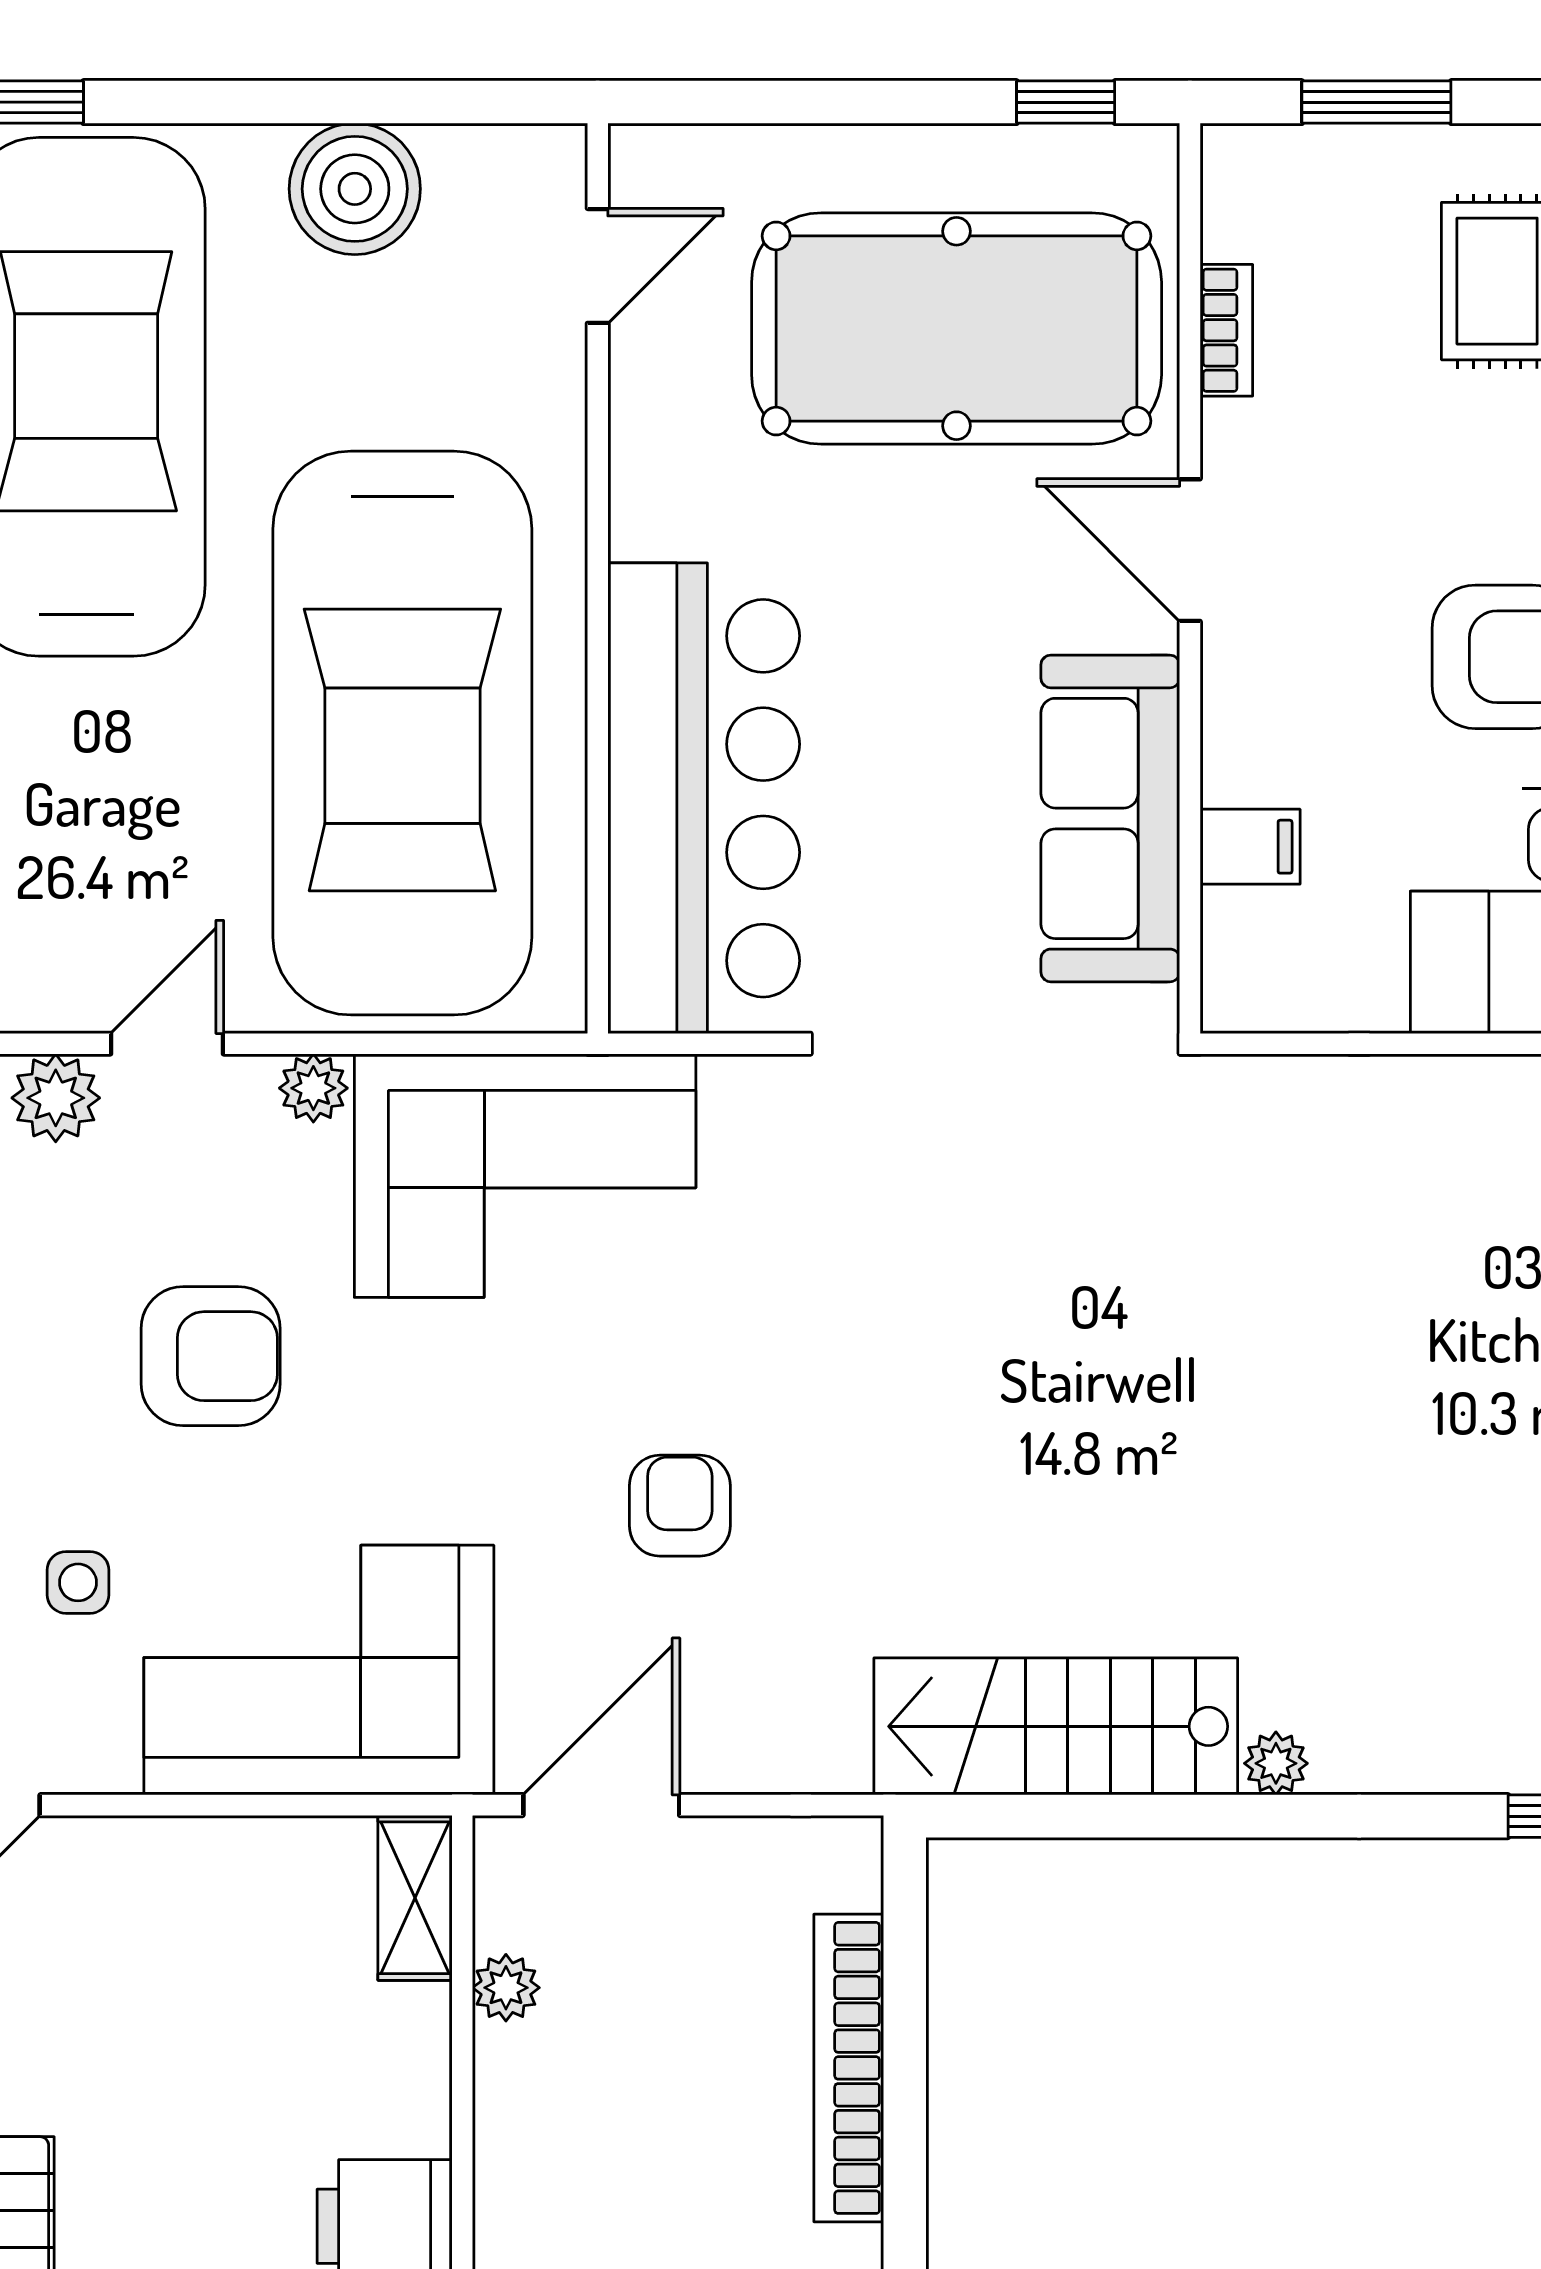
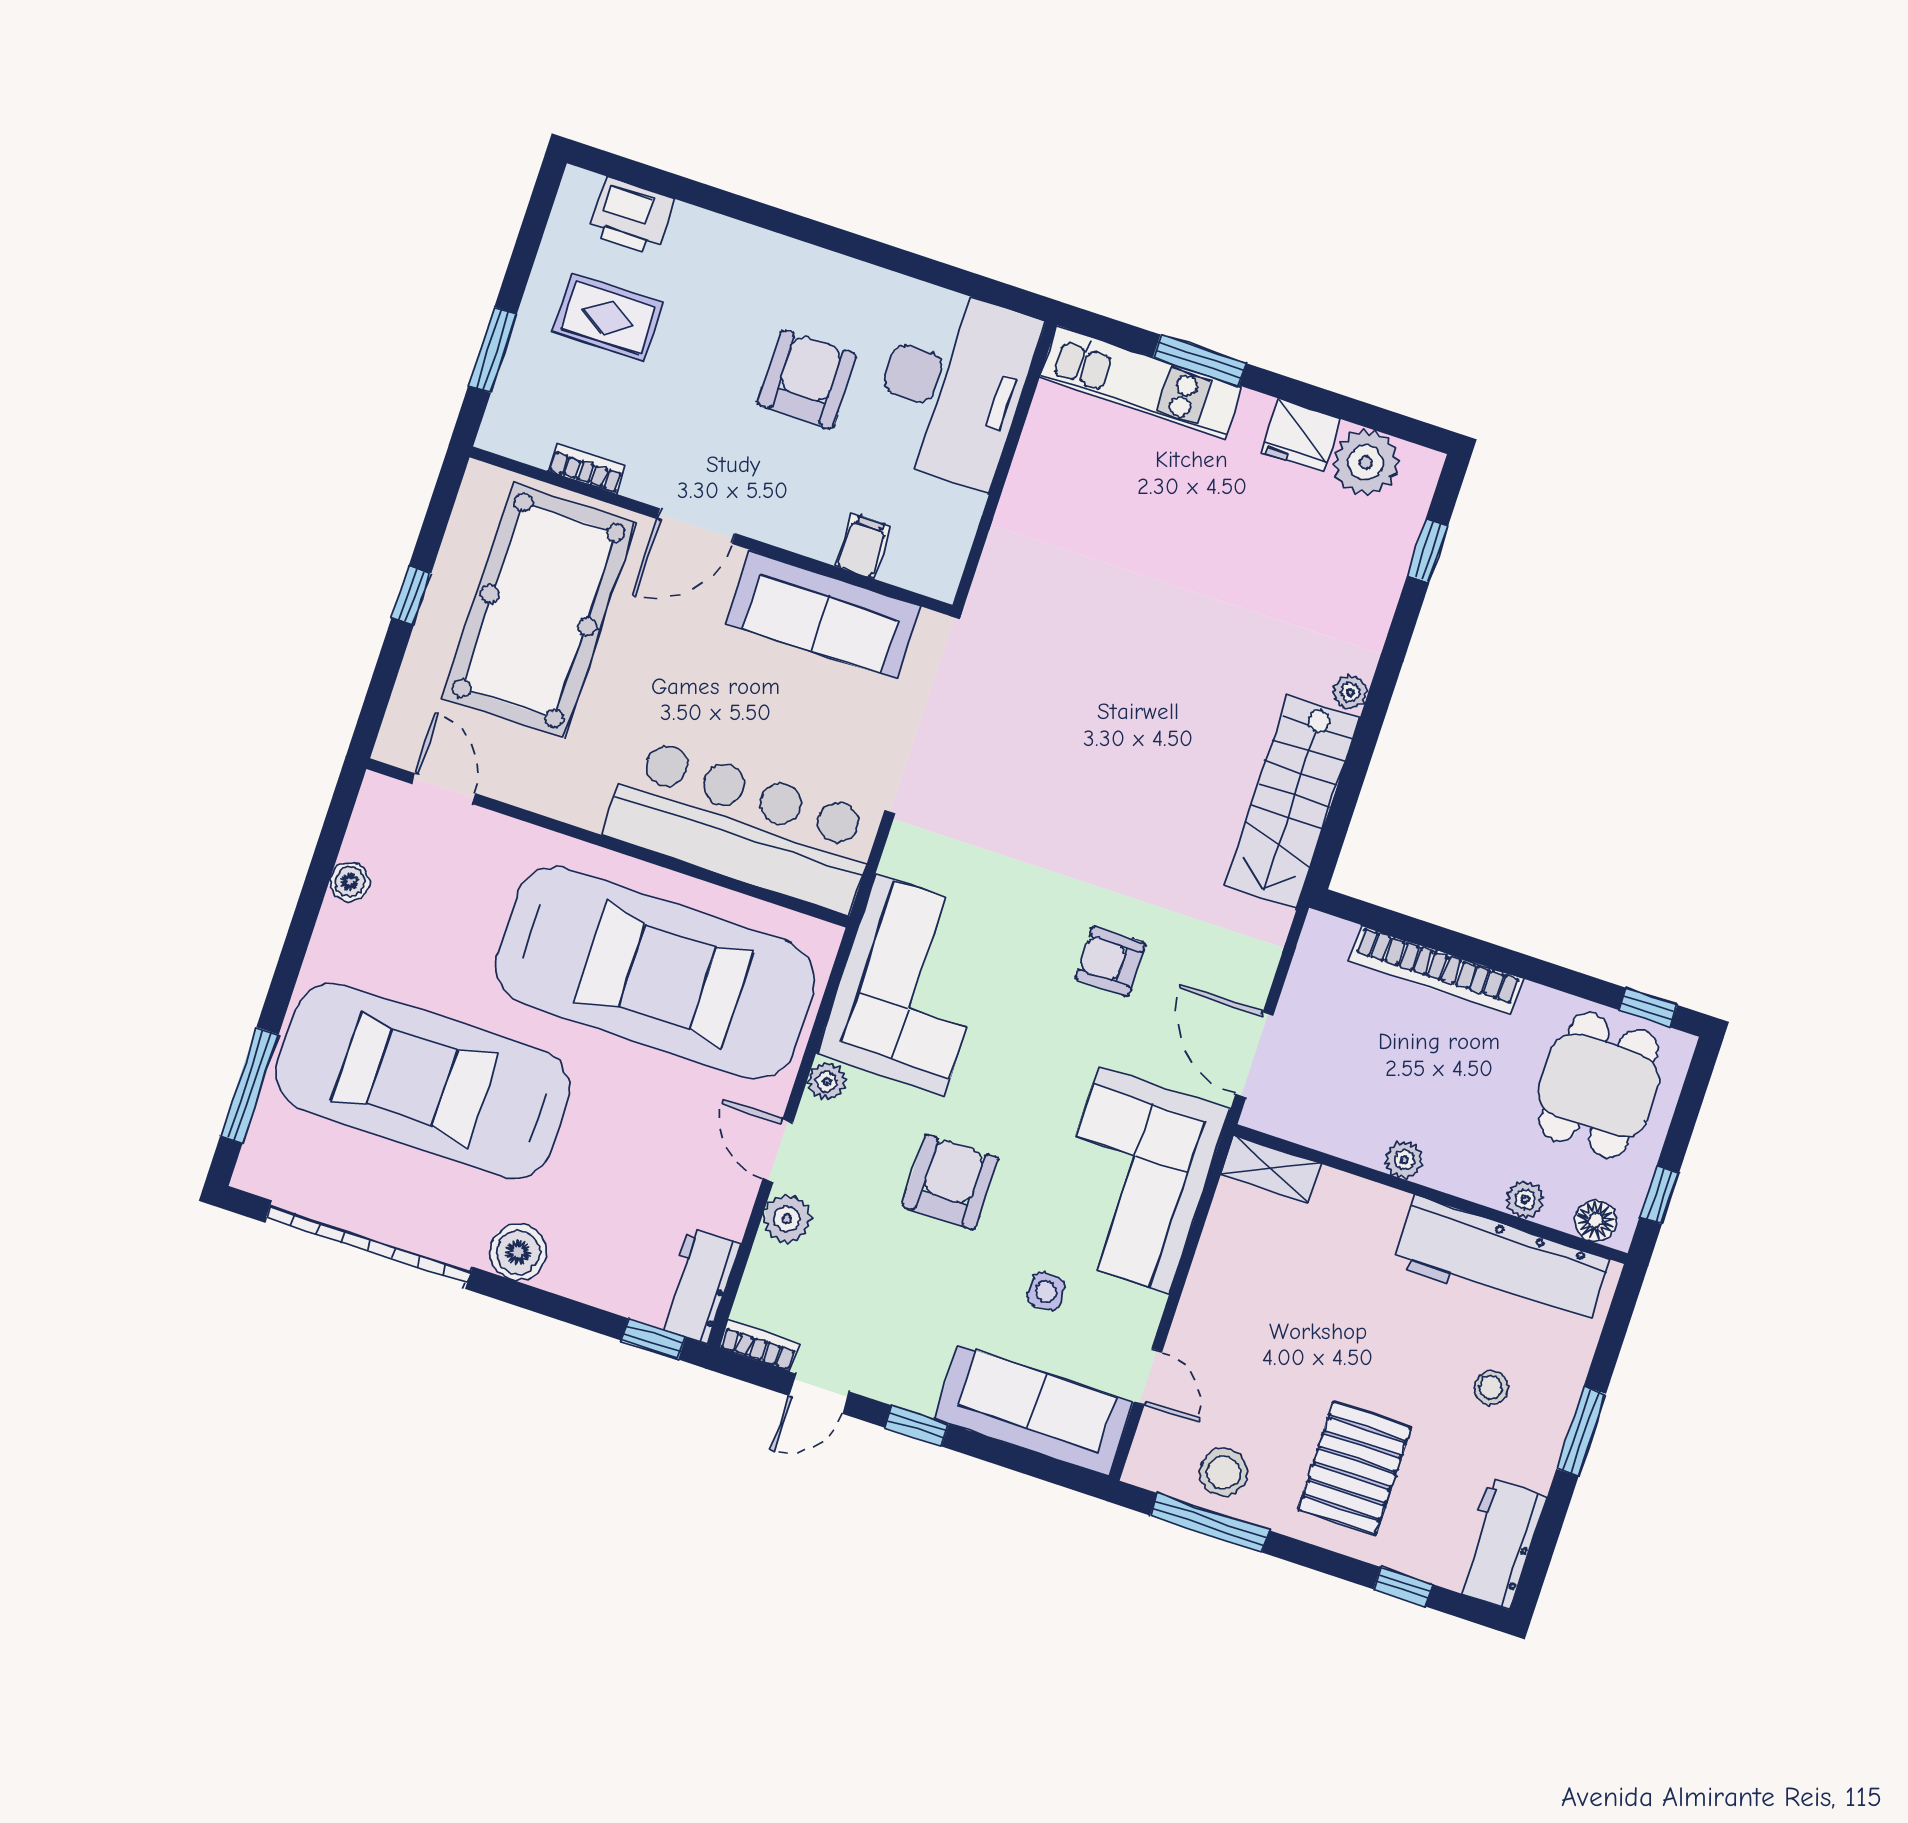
window: (1066, 102) -> (411, 596), moved
boiler: (355, 189) -> (350, 882), width x0.54, depth x0.54
plant: (506, 1988) -> (1404, 1160), moved

